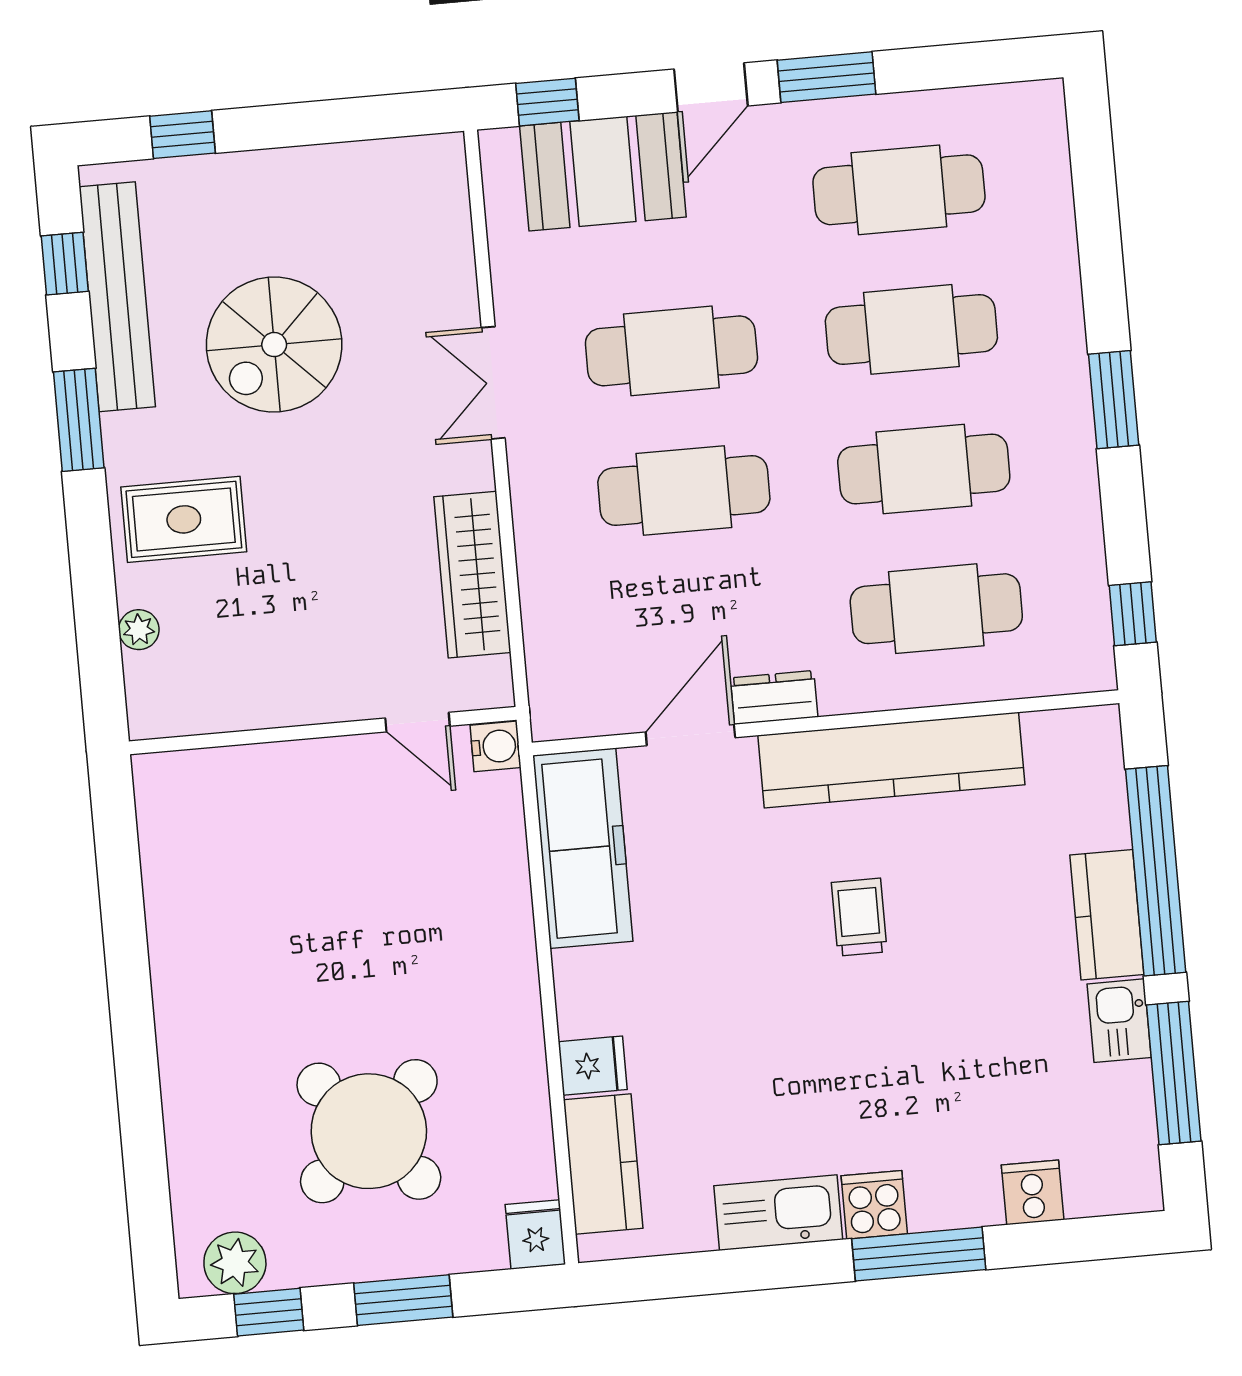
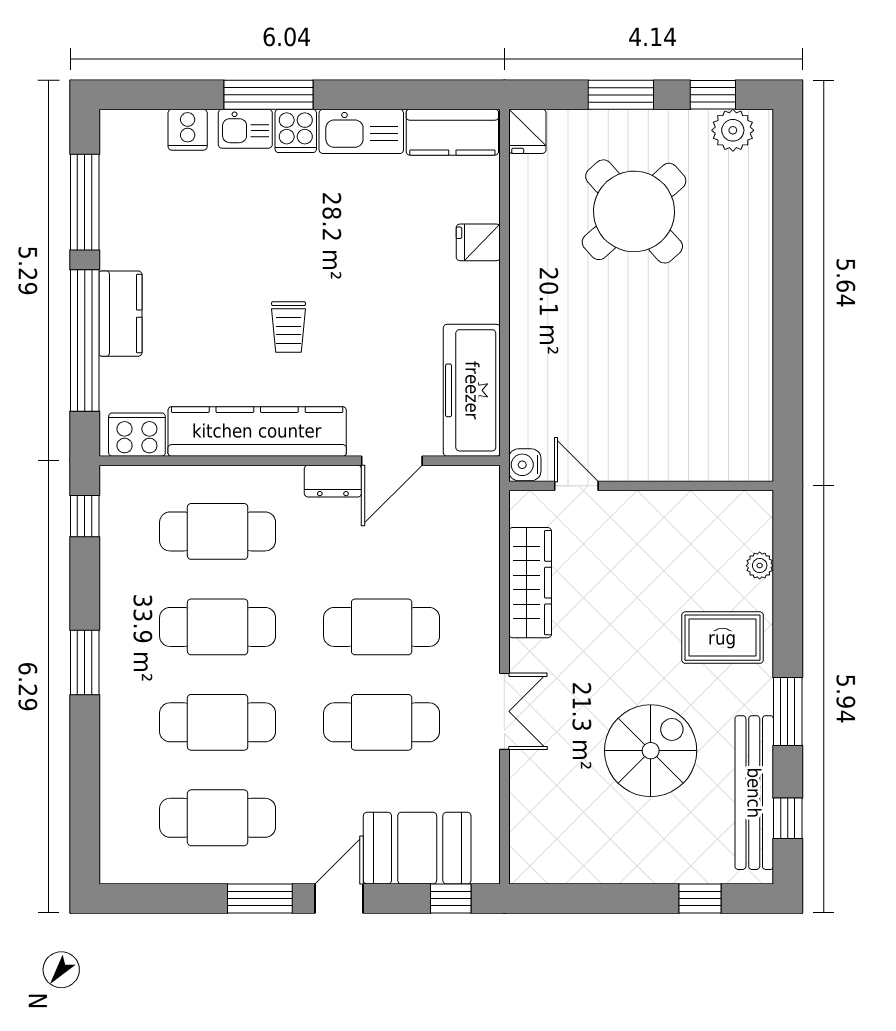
cooker: (1067, 740) -> (137, 435), added
kitchen sink: (1119, 1021) -> (245, 129), moved, turned 90
kitchen counter: (603, 1164) -> (452, 132), moved, turned -90

